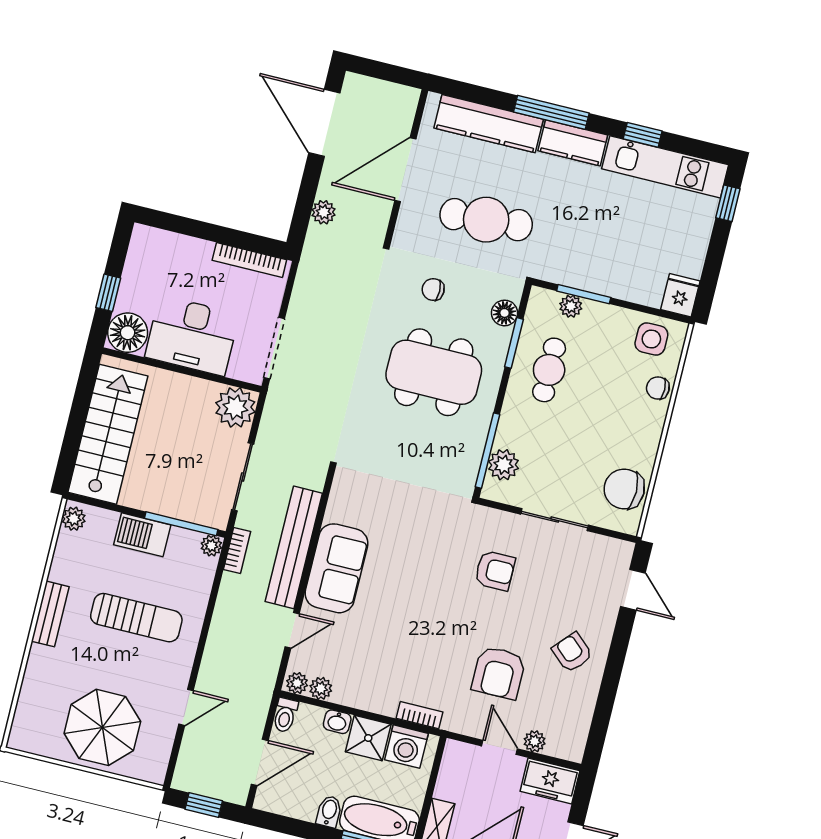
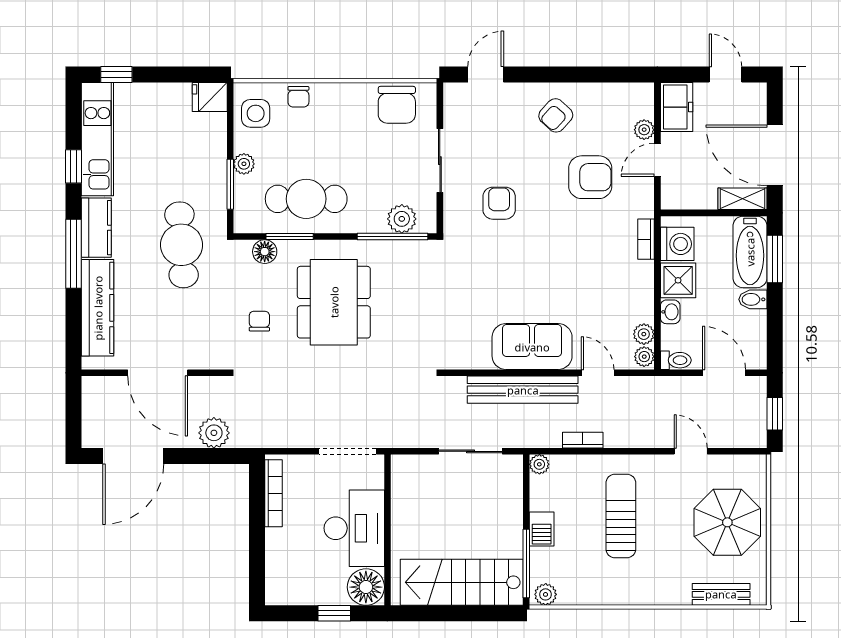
plant: (324, 212) -> (214, 433), width x1.38, depth x1.38
cafe table: (486, 220) -> (182, 245), moved
chair: (433, 290) -> (259, 321), turned 180
plant: (571, 306) -> (244, 164), moved
cafe table: (549, 370) -> (306, 199), width x1.37, depth x1.35
plant: (235, 407) -> (409, 473), removed
window: (181, 524) -> (526, 564), moved
barbecue: (142, 535) -> (542, 529), width x0.73, depth x0.79
bookcase: (237, 551) -> (583, 440), moved
bench: (50, 614) -> (721, 594), moved

